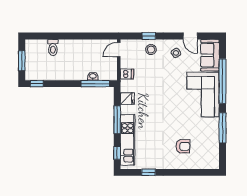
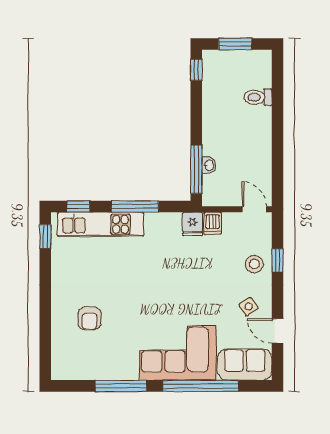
door: (190, 36) -> (277, 331), hinge flipped
fridge: (127, 99) -> (193, 224), moved
window: (149, 172) -> (45, 237), moved

